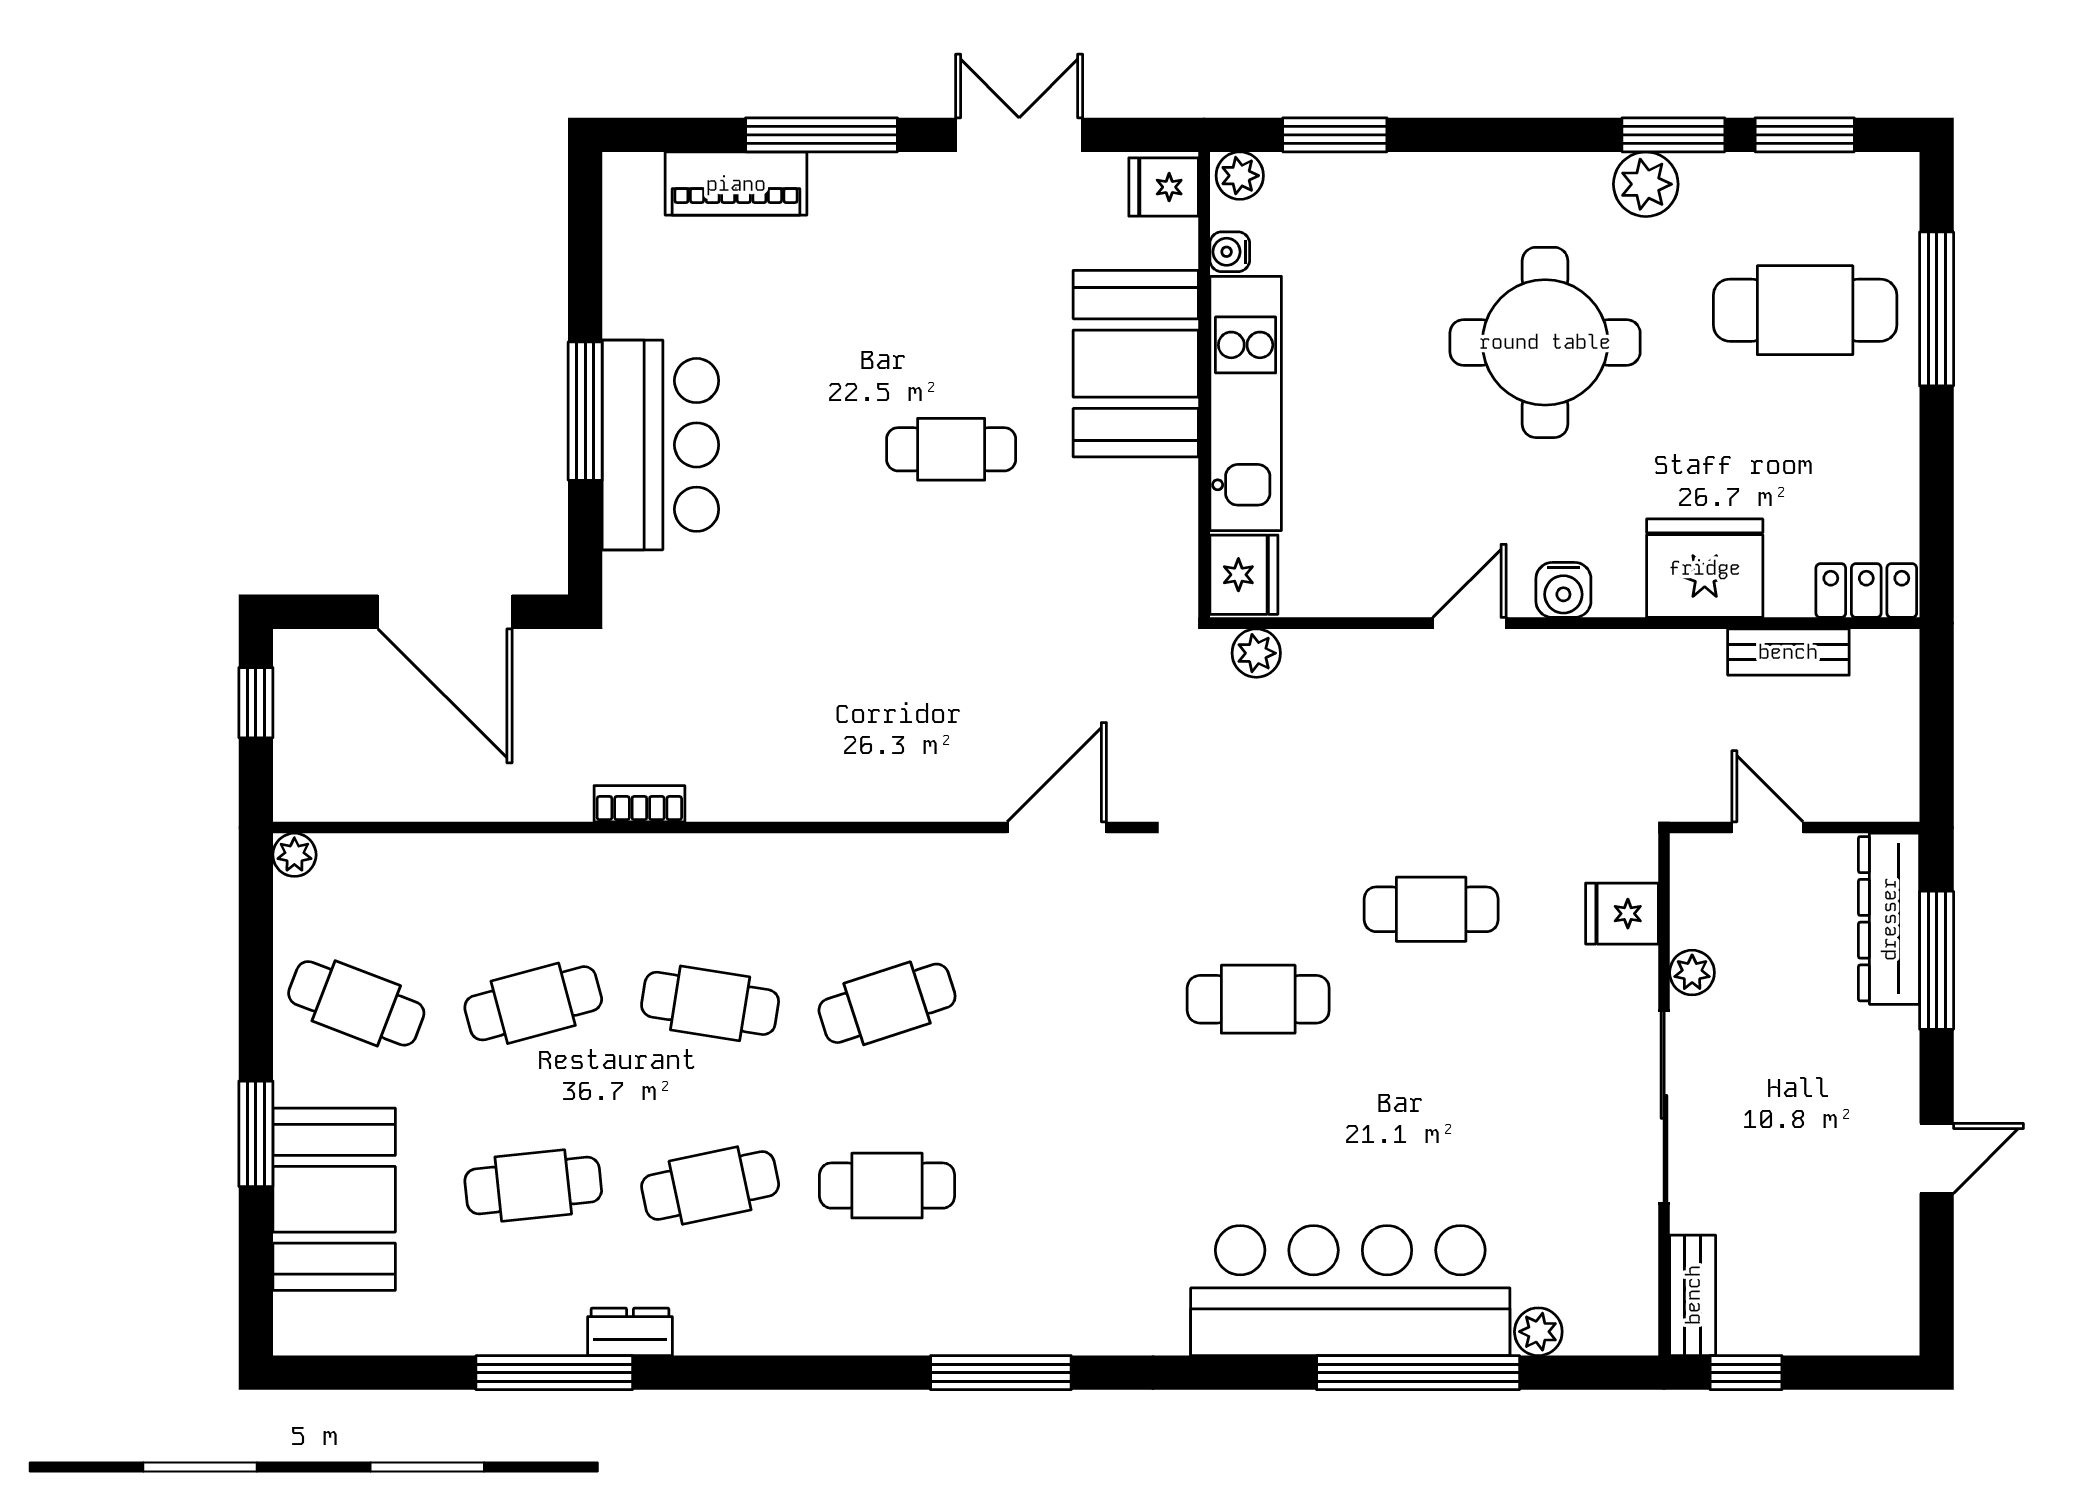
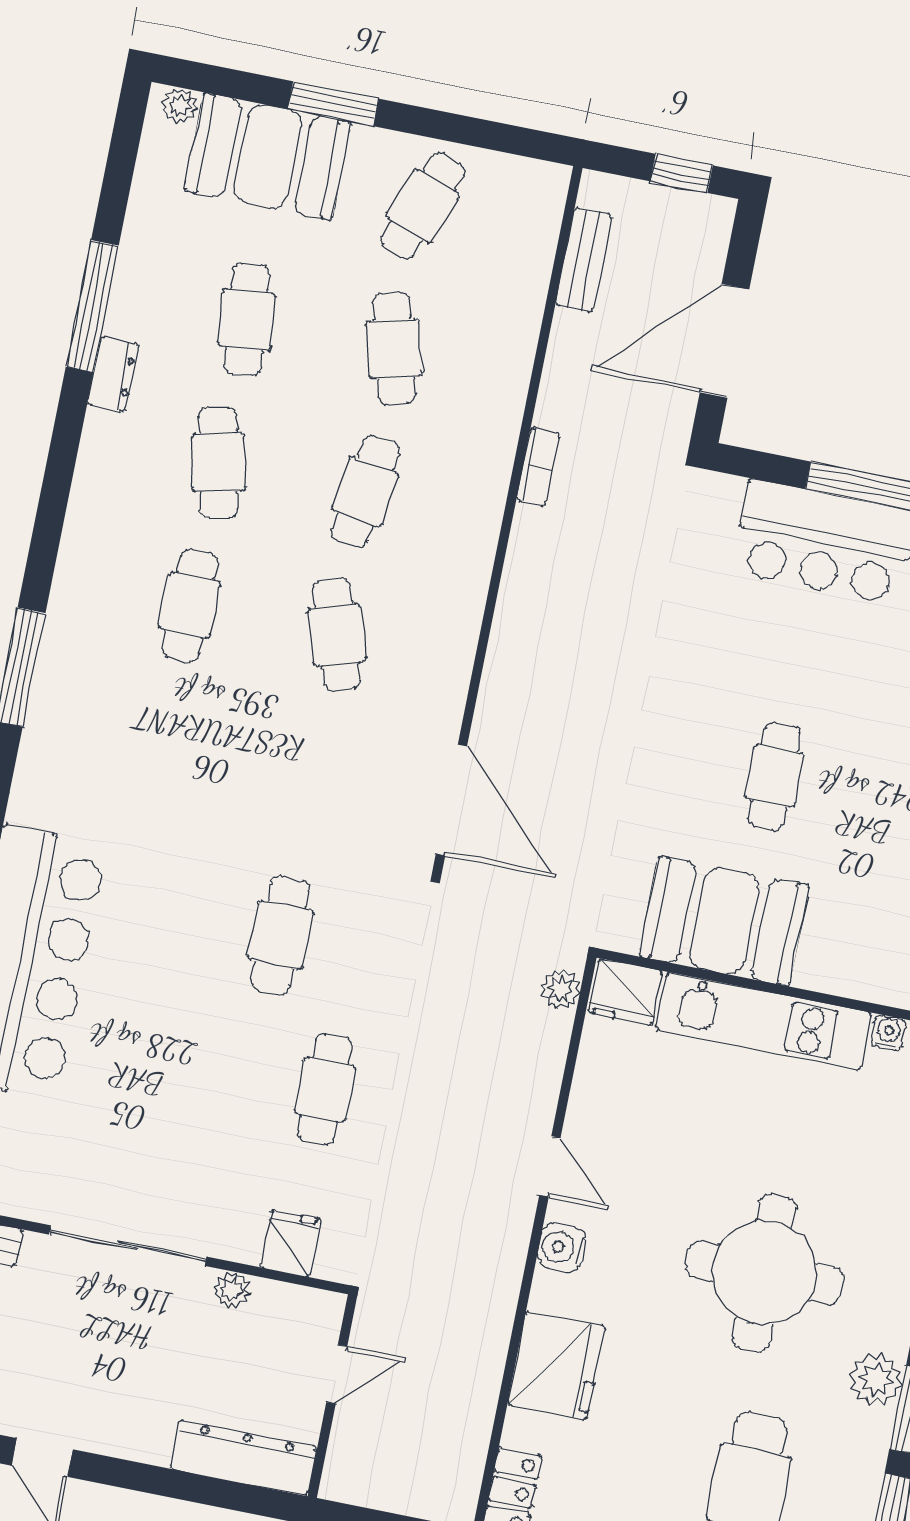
booth: (1136, 364) -> (724, 921), moved
bench: (1788, 652) -> (584, 260), moved
door: (1057, 828) -> (451, 800), width x1.36
plant: (294, 855) -> (179, 105), moved
window: (1937, 960) -> (202, 1489), removed

